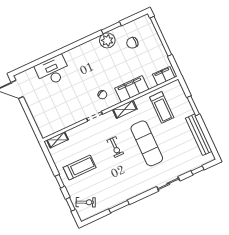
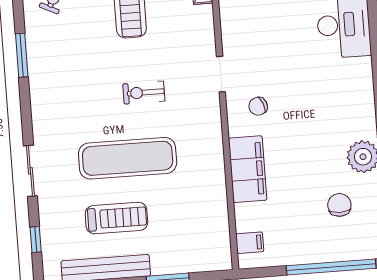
filing cabinet: (164, 76) -> (250, 243), width x0.50
treadmill: (162, 107) -> (116, 218), moved, turned 180
shelving: (125, 109) -> (212, 140), removed

